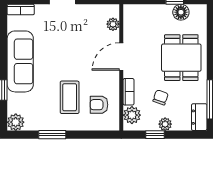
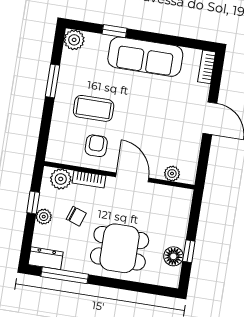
armchair: (99, 105) -> (96, 146), moved

